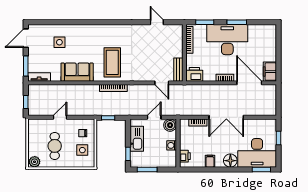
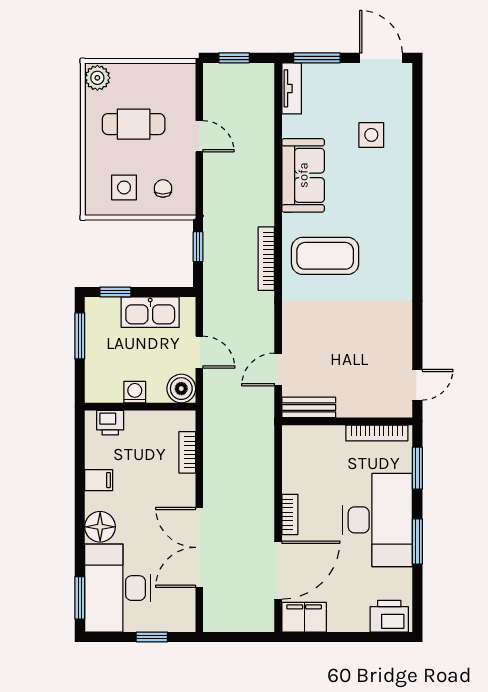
door: (157, 22) -> (417, 385), moved
printer: (194, 74) -> (389, 616), moved, turned -90
double door: (226, 117) -> (199, 547), moved

